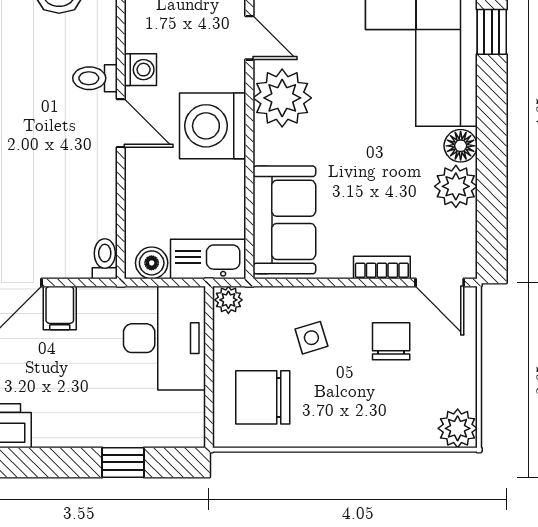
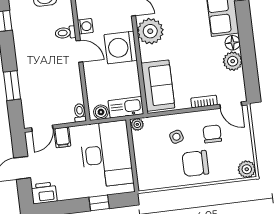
desk: (164, 338) -> (106, 154), width x1.36, depth x1.30
chair: (263, 397) -> (195, 163), moved

